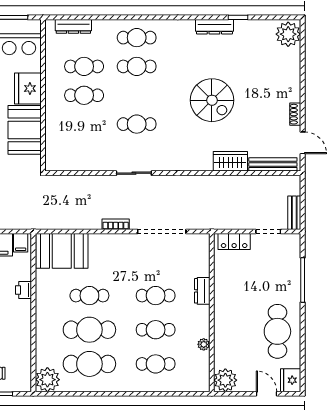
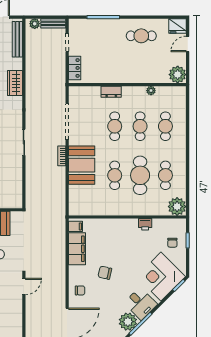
wardrobe: (230, 161) -> (15, 83), moved
plant: (294, 188) -> (35, 24), added
booth: (62, 251) -> (82, 165), moved
printer: (24, 290) -> (145, 224), moved
cafe table: (277, 331) -> (141, 36), width x0.73, depth x0.74
cafe table: (89, 364) -> (165, 175), width x0.73, depth x0.74

